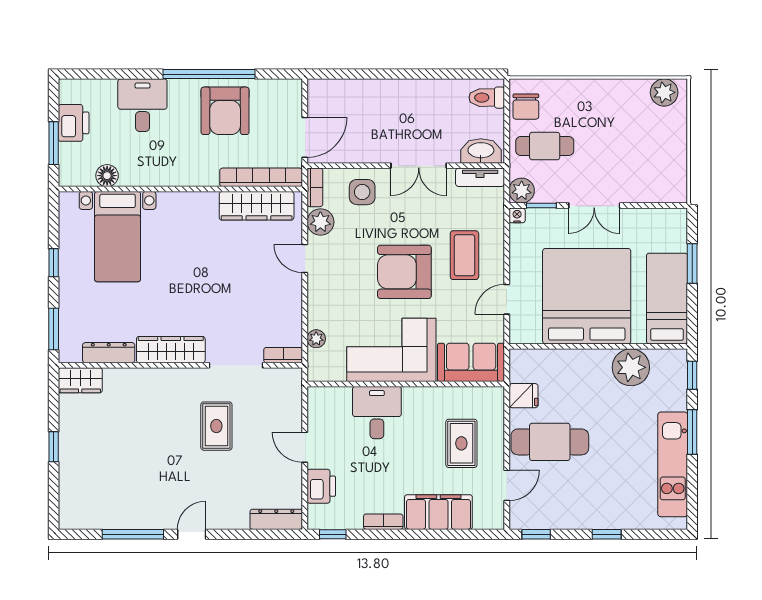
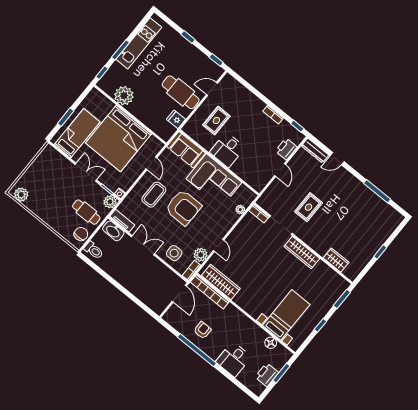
armchair: (225, 111) -> (202, 330), width x0.53, depth x0.53
door: (305, 137) -> (179, 294), swing flipped
door: (507, 299) -> (151, 163), hinge flipped
bed: (667, 299) -> (77, 133), moved, turned 180
dresser: (109, 353) -> (328, 272), removed
wardrobe: (80, 380) -> (336, 260), moved
desk: (377, 413) -> (227, 150), moved
filing cabinet: (438, 512) -> (248, 101), removed
door: (192, 534) -> (337, 159), moved

